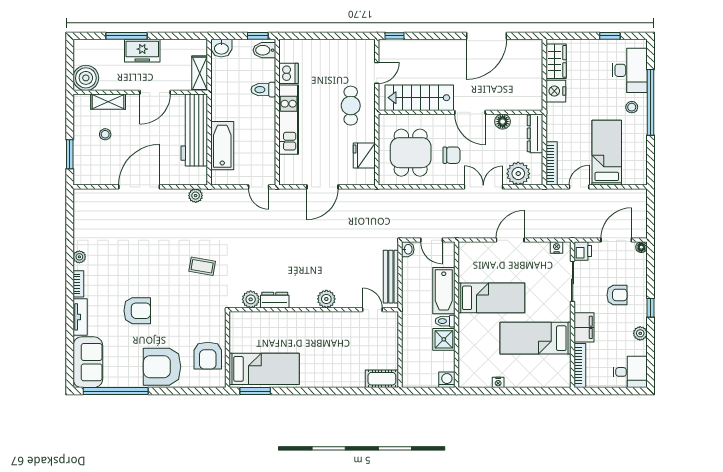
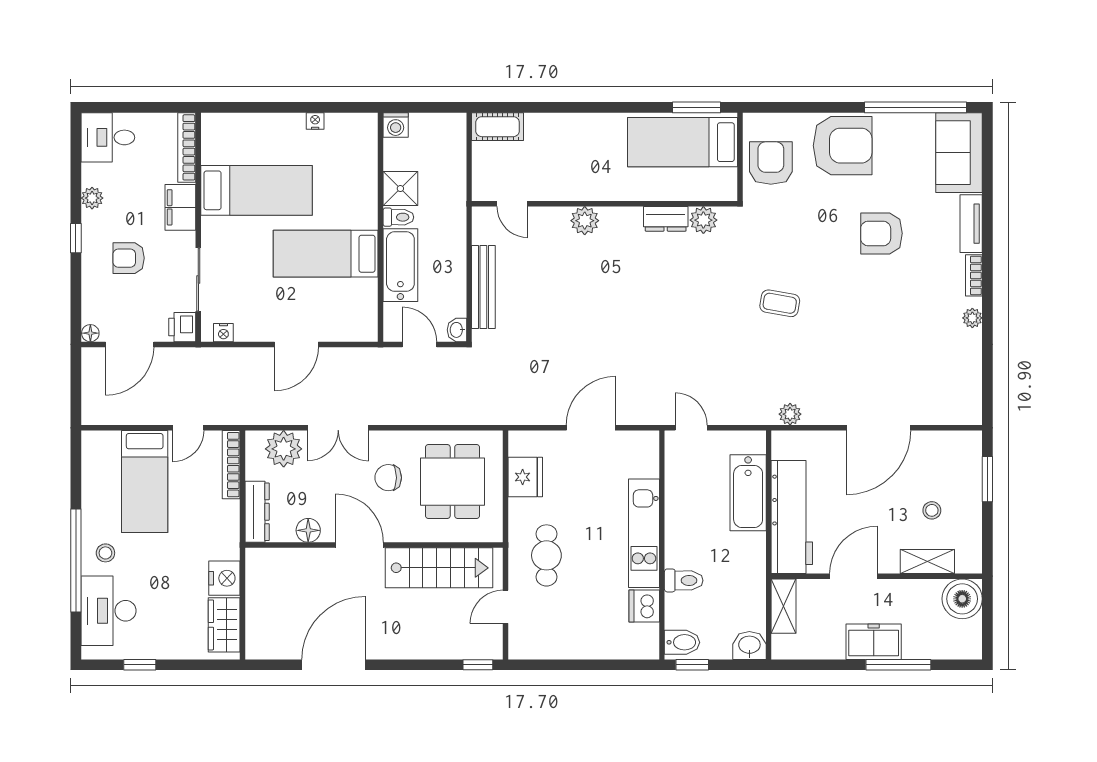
plant: (251, 299) -> (703, 220), moved
plant: (326, 299) -> (585, 221), moved
dresser: (275, 300) -> (666, 219), moved
wall: (314, 310) -> (605, 204), moved
door: (372, 310) -> (512, 204), moved

